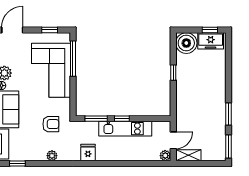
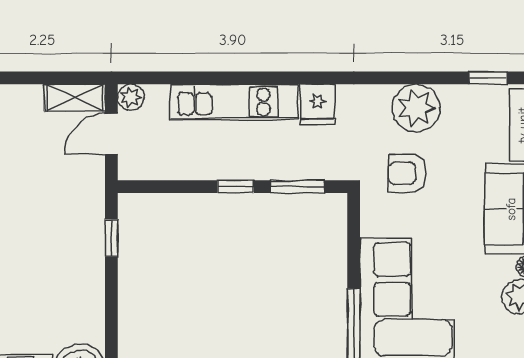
window: (173, 73) -> (111, 238), moved
kitchen unit: (125, 129) -> (234, 102), moved, turned 180
plant: (52, 156) -> (416, 108), width x1.87, depth x1.87

